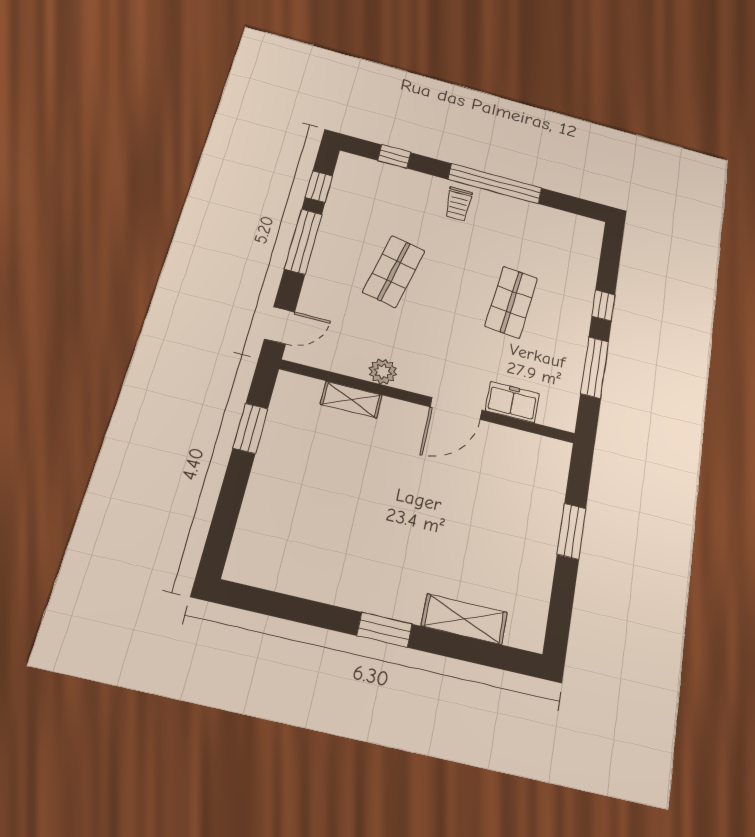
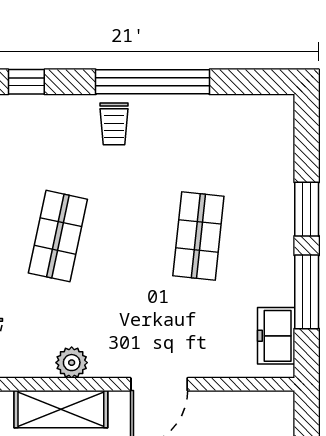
window: (603, 305) -> (307, 209), width x1.50
shelving: (351, 400) -> (61, 409), width x1.50, depth x1.33
freezer: (512, 402) -> (276, 336), moved, turned -90

